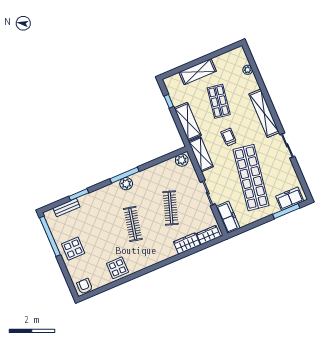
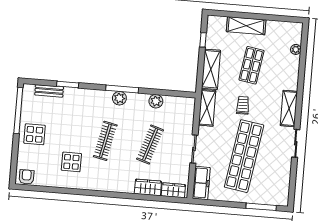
shelving: (264, 113) -> (289, 108), width x0.68
plant: (182, 160) -> (156, 101), moved
freezer: (290, 199) -> (271, 196), removed
display table: (117, 268) -> (71, 162), moved

